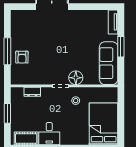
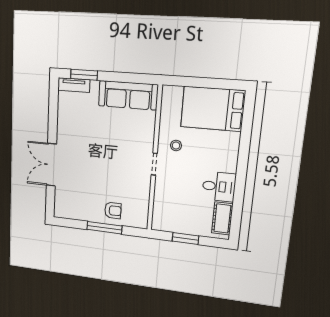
window: (121, 47) -> (84, 75), moved
floor lamp: (76, 78) -> (145, 142), removed
dresser: (32, 92) -> (159, 203), removed

